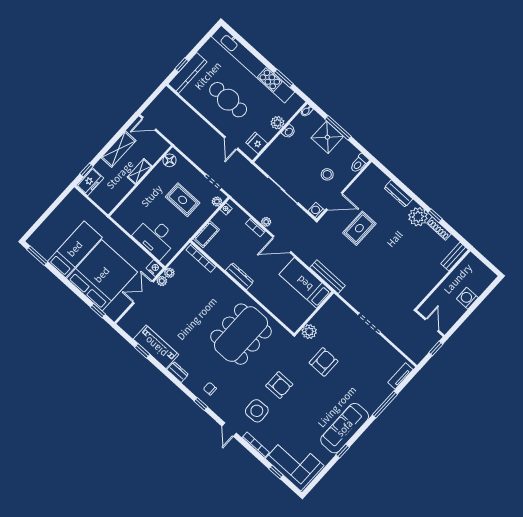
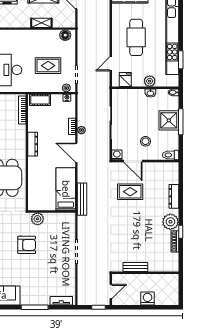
rug: (183, 200) -> (48, 66), turned 90
bench: (454, 257) -> (135, 267), moved

